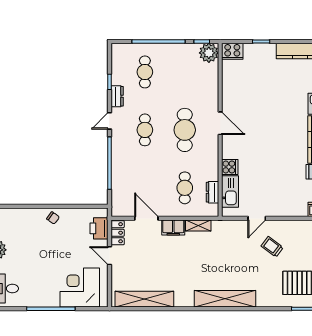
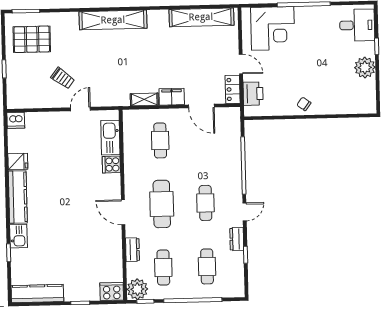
cafe table: (185, 72) -> (163, 268), added
dresser: (212, 192) -> (132, 250), moved

